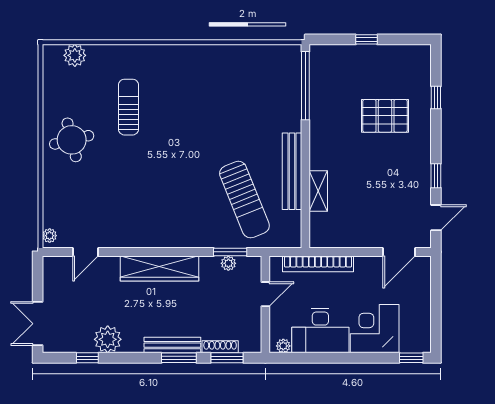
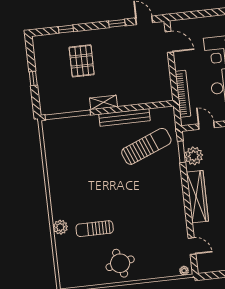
plant: (75, 55) -> (60, 227), moved
shelving: (318, 191) -> (103, 102), moved
plant: (228, 263) -> (194, 156), width x1.88, depth x1.88

